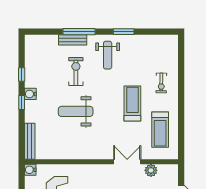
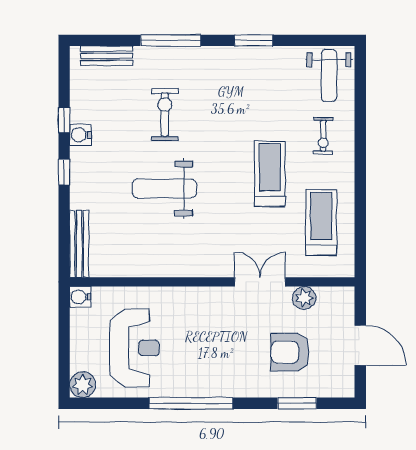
bench: (73, 40) -> (107, 56), moved
weight bench: (108, 55) -> (329, 75), moved
water cooler: (30, 94) -> (80, 135), moved
treadmill: (160, 130) -> (321, 222), turned 180

